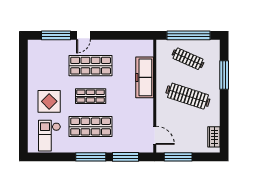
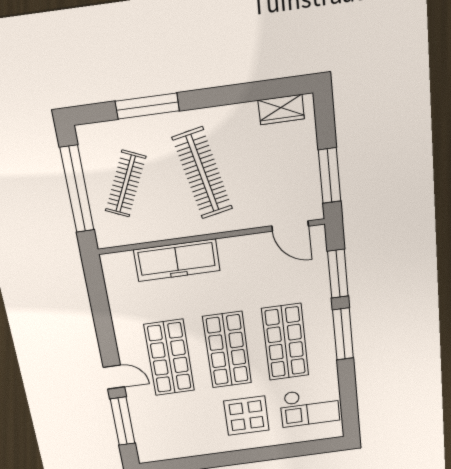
shop shelf: (91, 96) -> (227, 350), width x1.43, depth x1.36
clothes rail: (188, 96) -> (202, 173), turned -30
door: (155, 135) -> (290, 226), swing flipped

